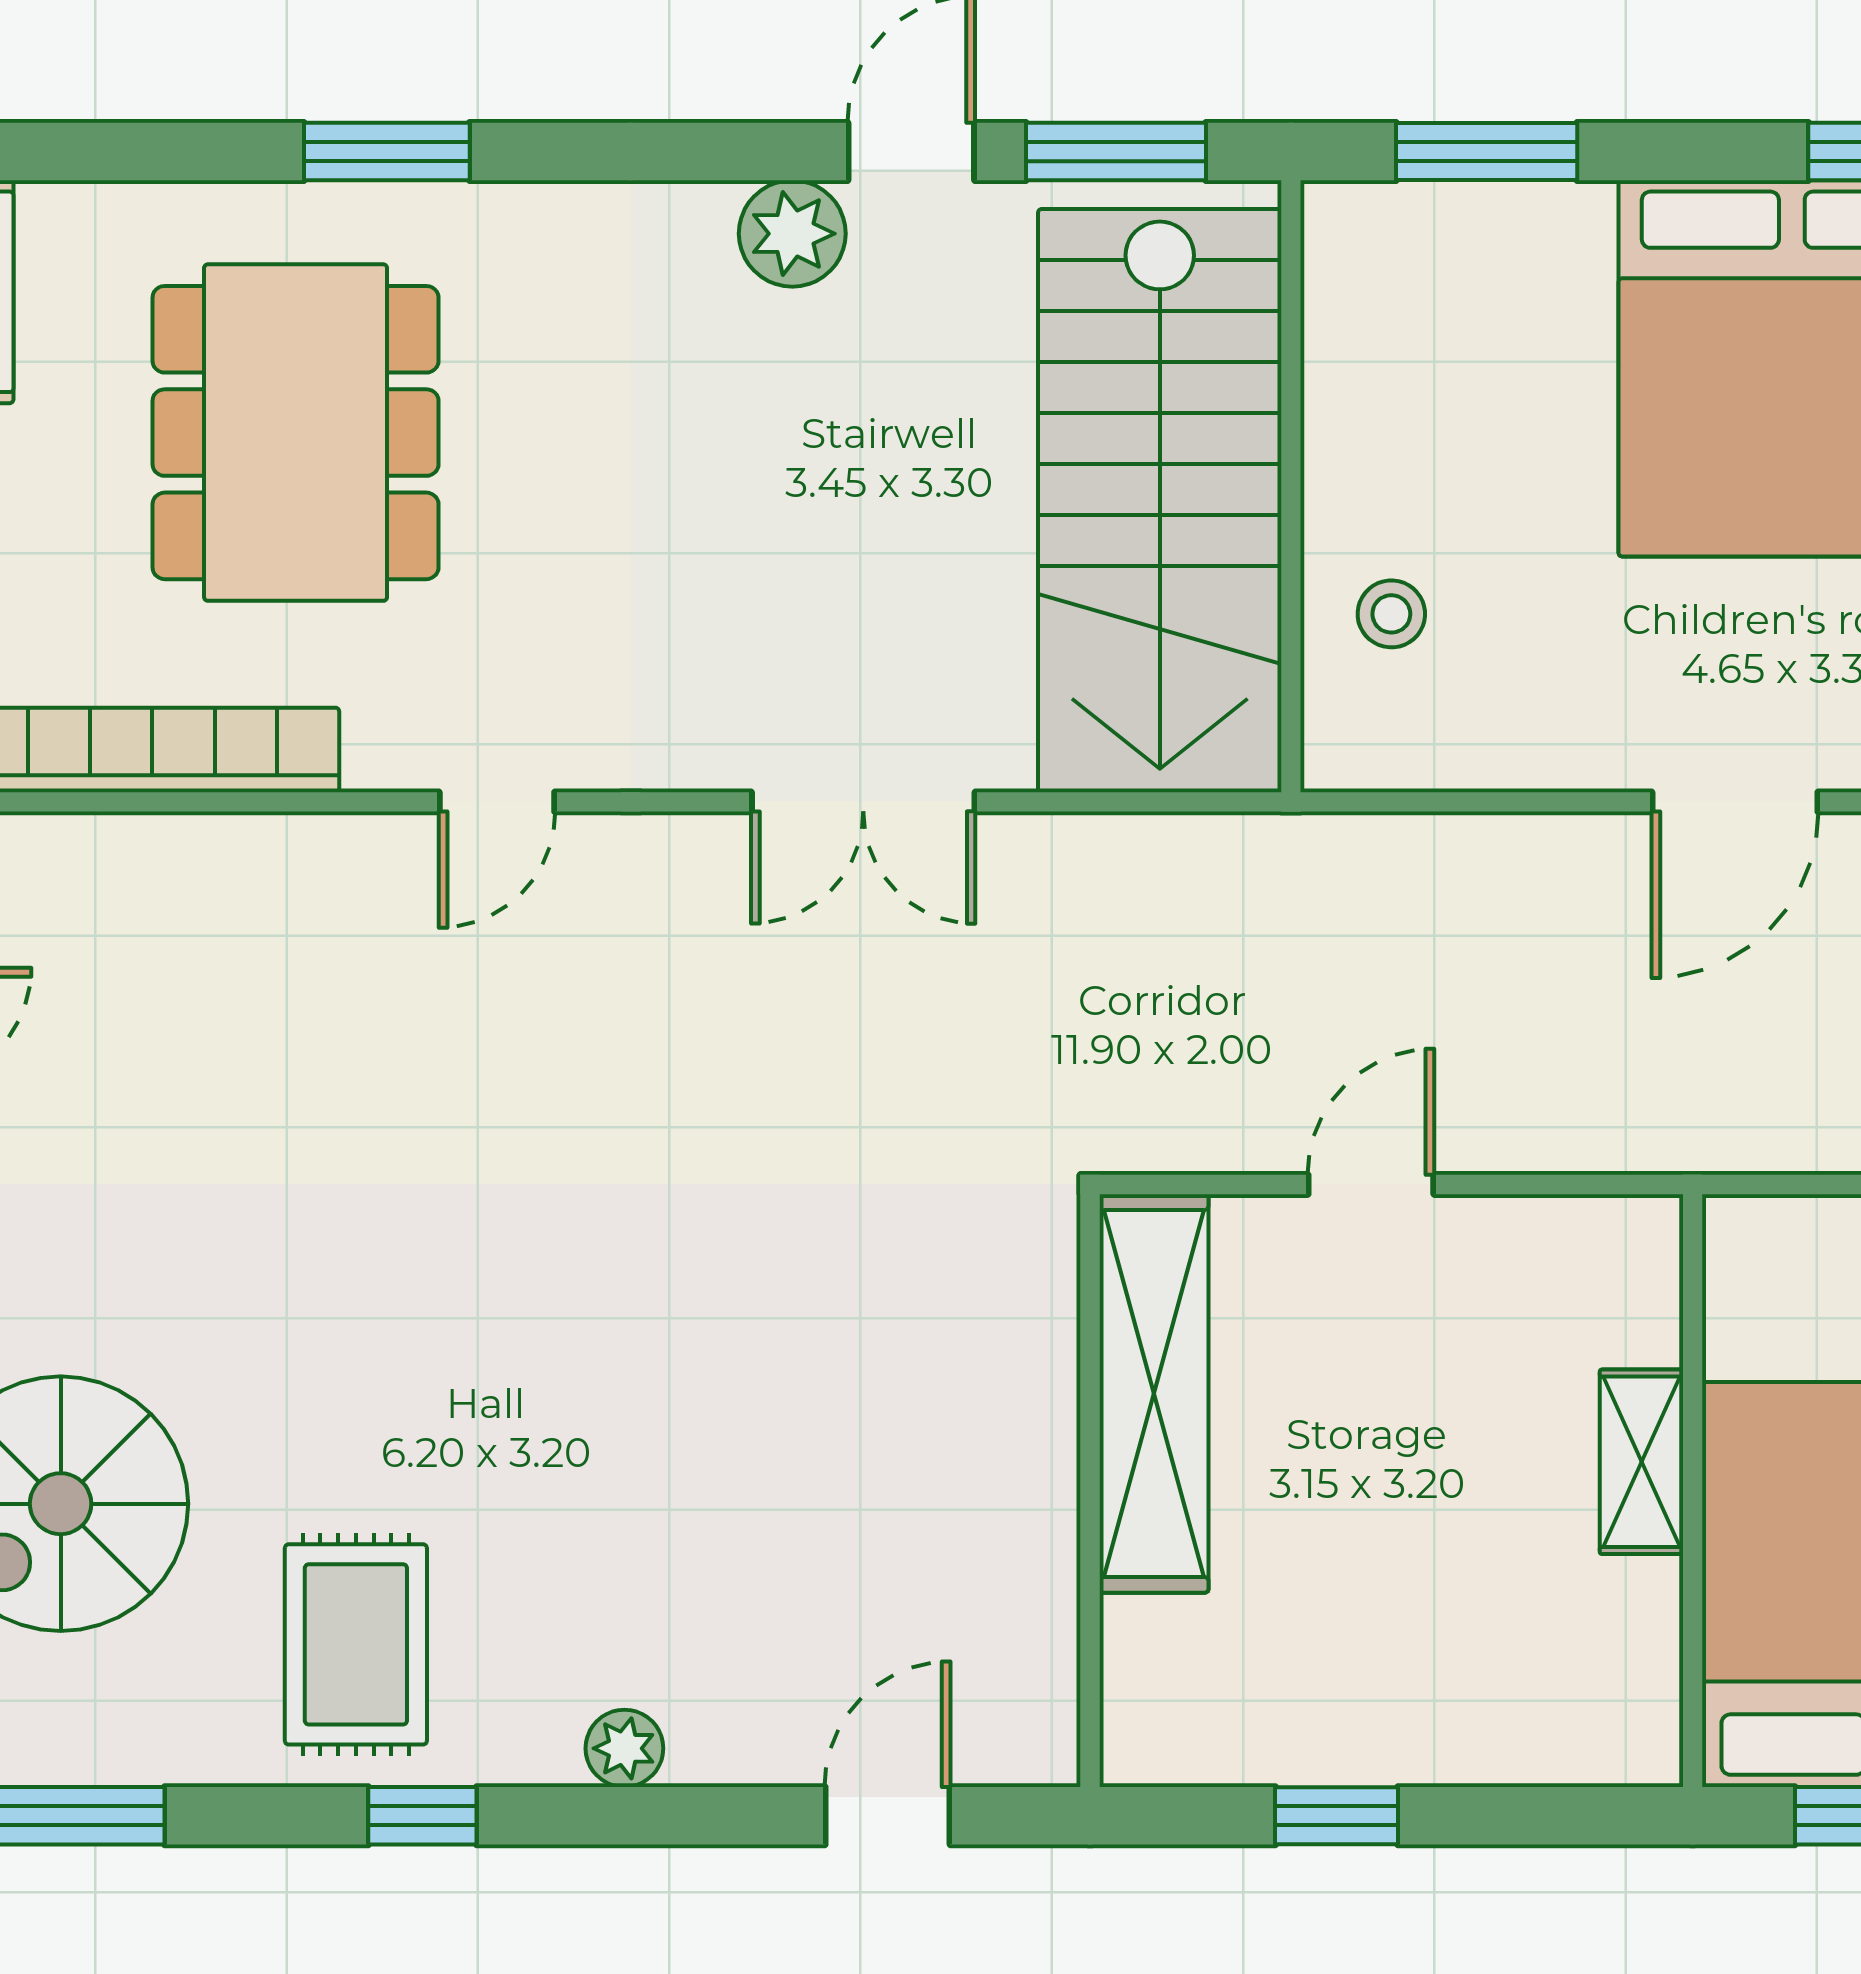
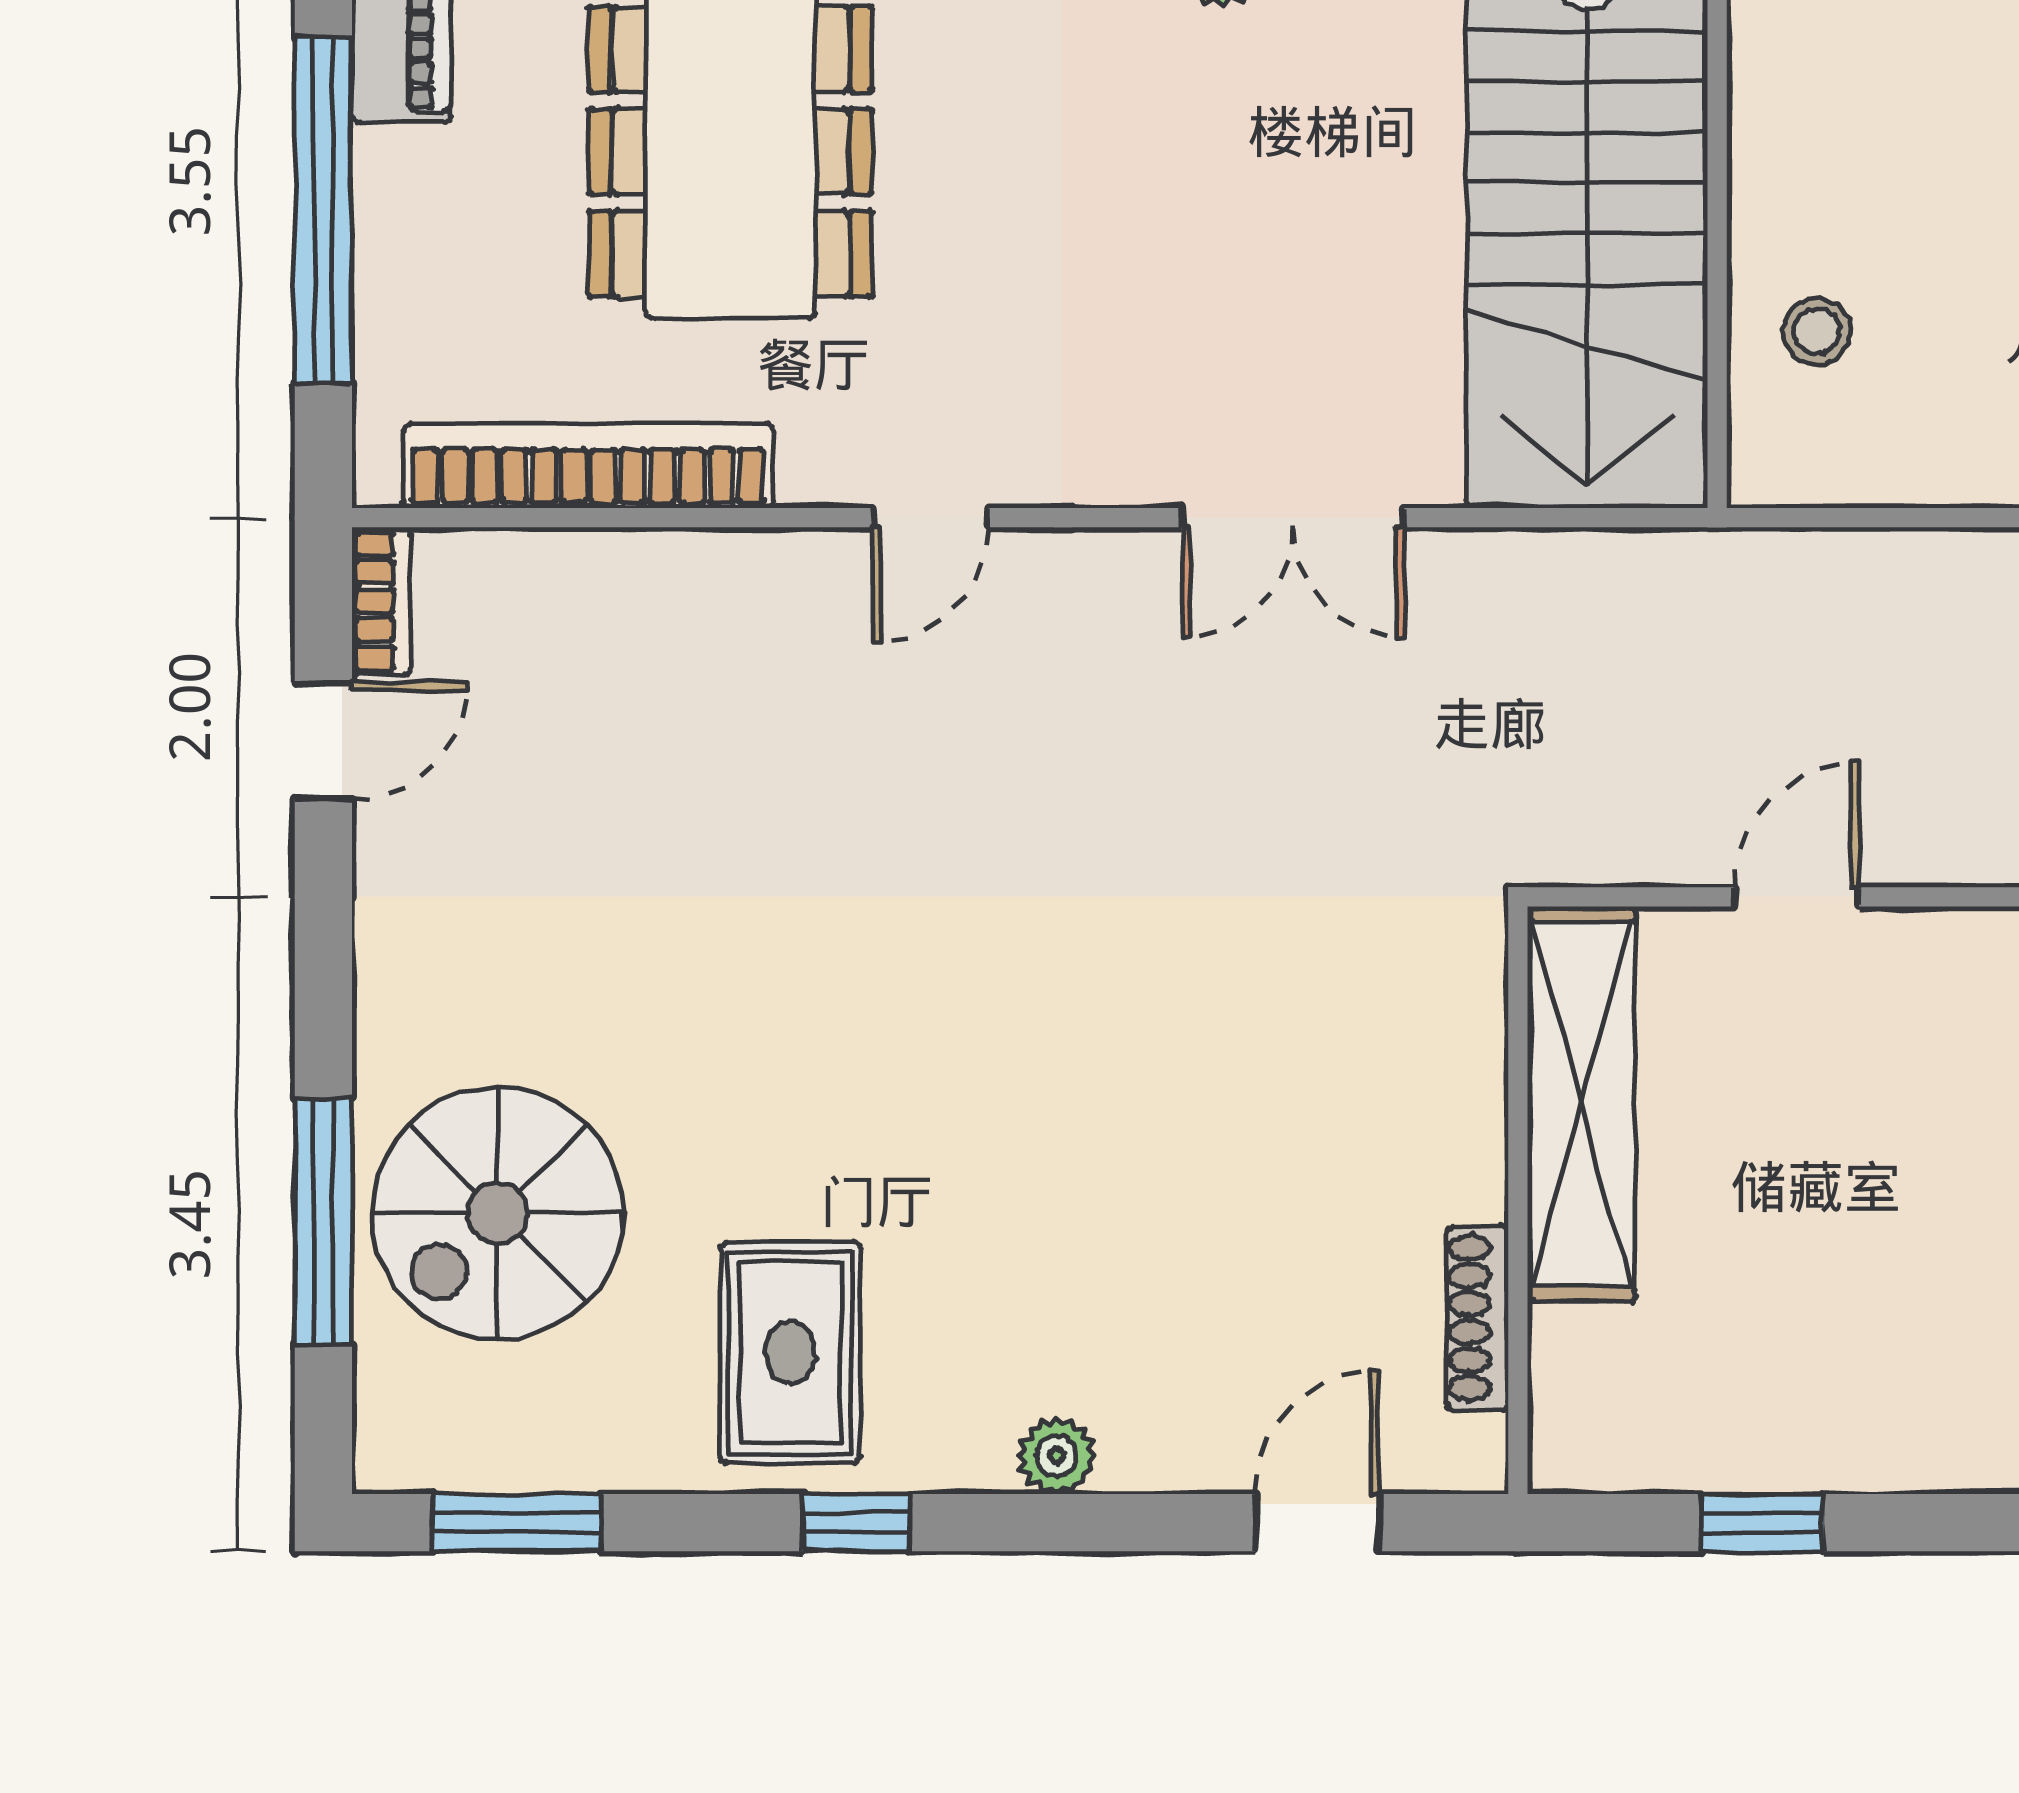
shoe rack: (1049, 1609) -> (1477, 1318), added

